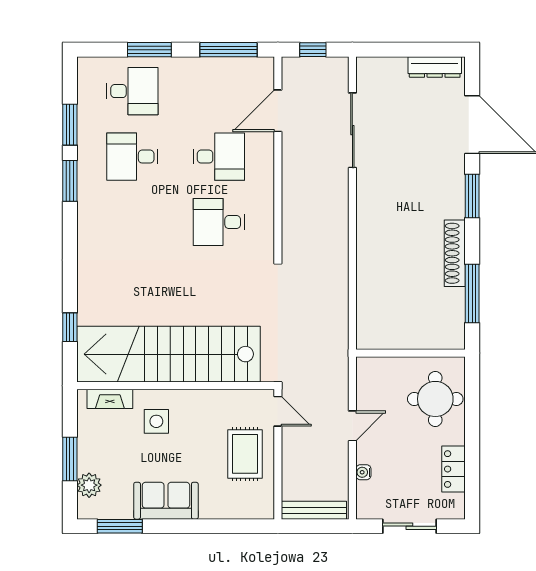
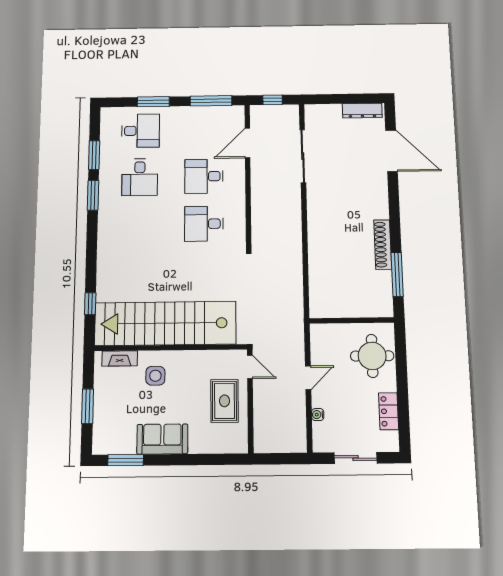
desk: (132, 157) -> (140, 177), turned -90
desk: (219, 157) -> (204, 176), turned 180
window: (472, 196) -> (394, 202), removed
plant: (89, 485) -> (102, 427), removed
bench: (314, 510) -> (279, 446), removed

